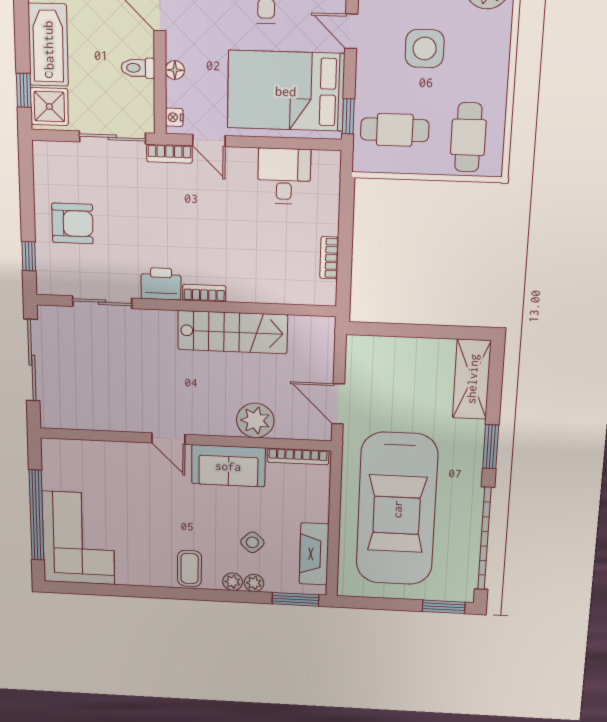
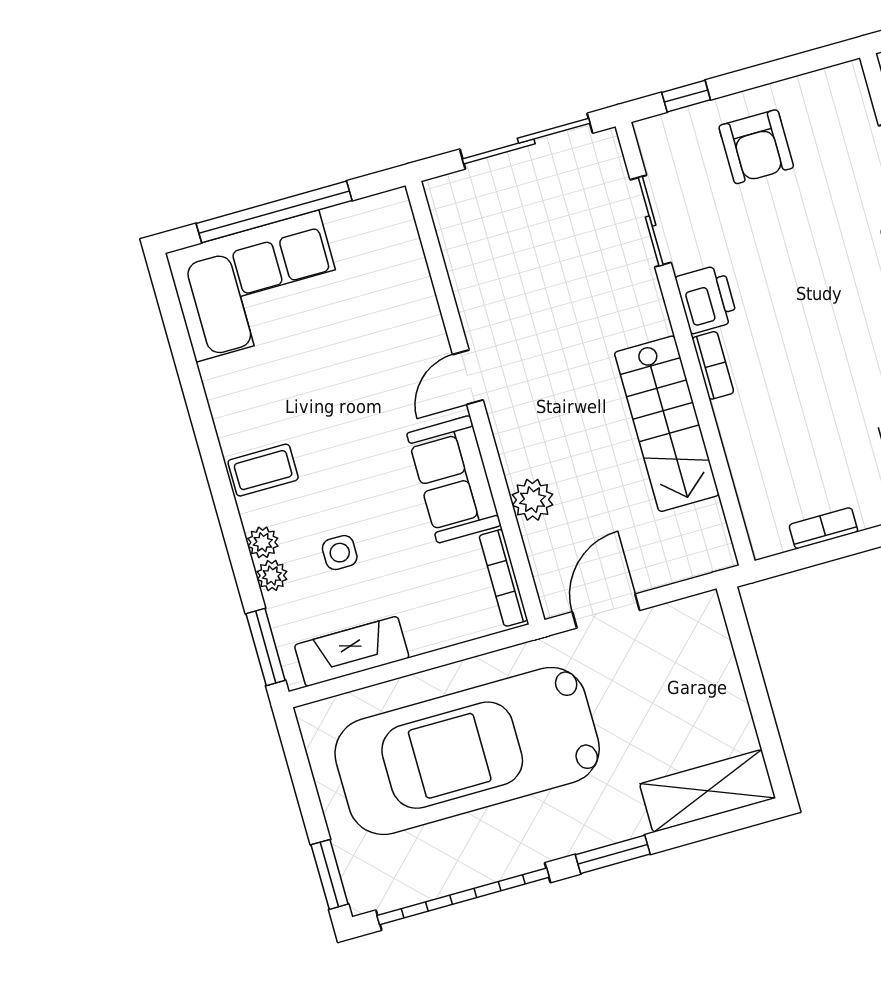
plant: (255, 420) -> (533, 500), width x0.73, depth x0.73
side table: (252, 542) -> (340, 553), turned 45

